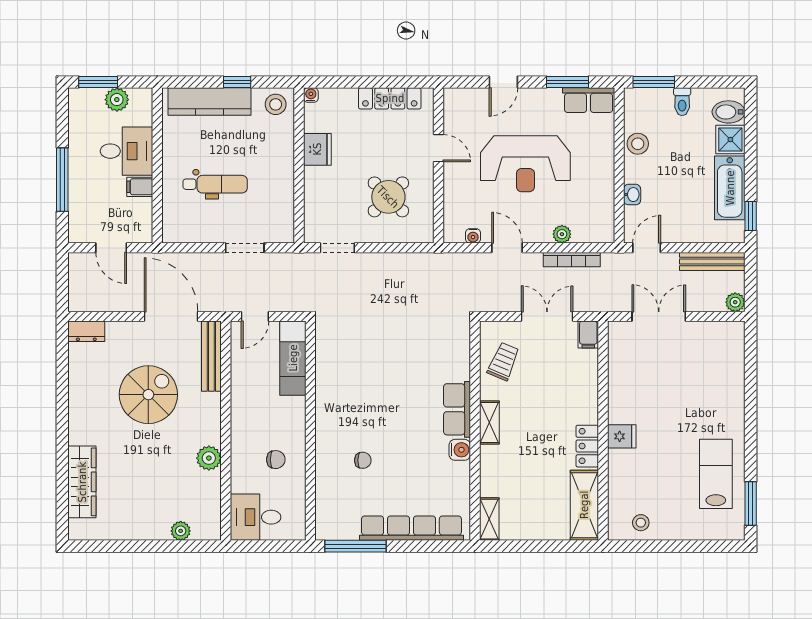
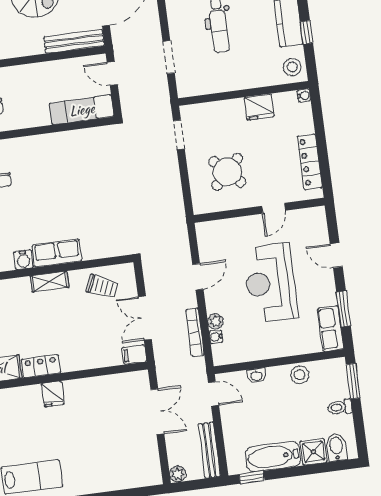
water cooler: (473, 236) -> (216, 337), moved
double door: (547, 316) -> (145, 318), swing flipped

